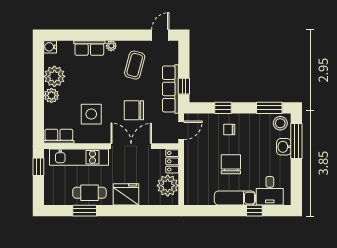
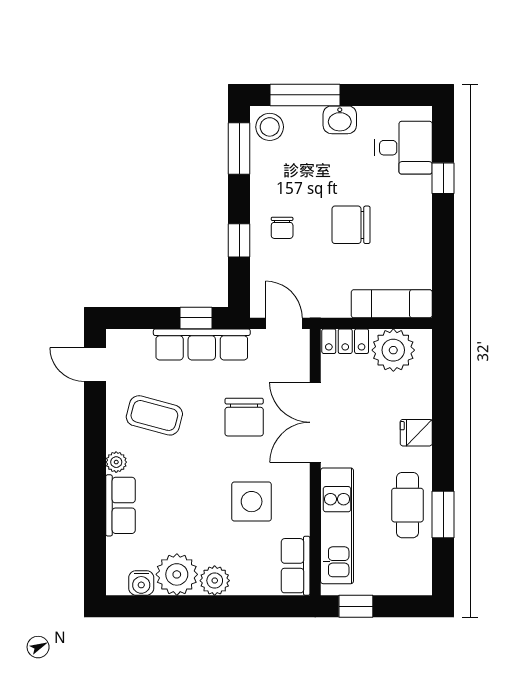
water cooler: (50, 47) -> (141, 583), moved
washbasin: (284, 147) -> (340, 120), moved
fridge: (126, 194) -> (416, 433), width x0.53, depth x0.75
exam couch: (235, 198) -> (392, 304), moved, turned 90

